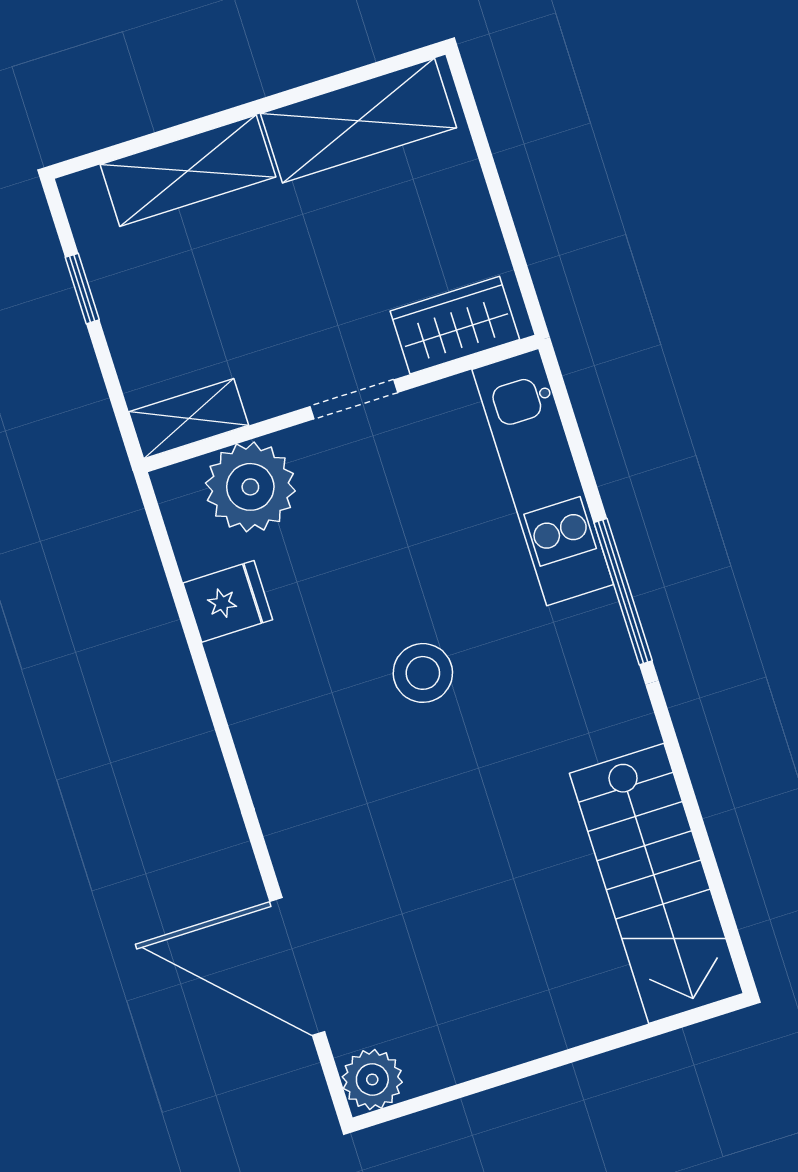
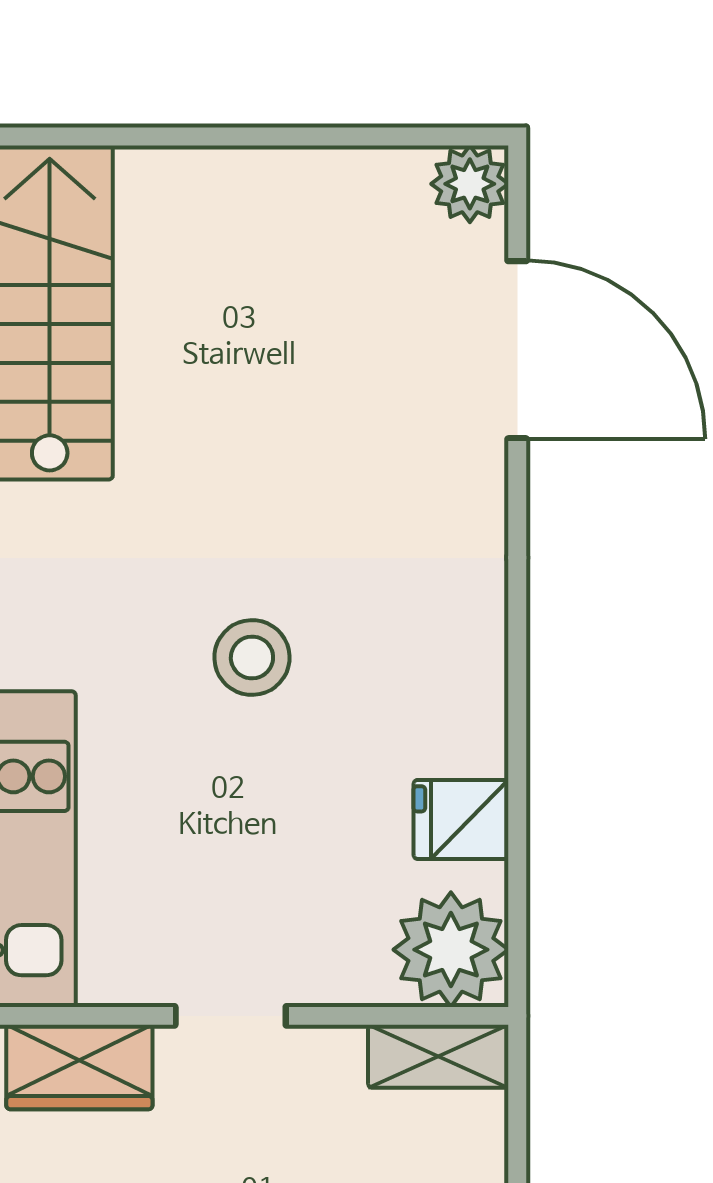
plant: (250, 487) -> (451, 950), moved

